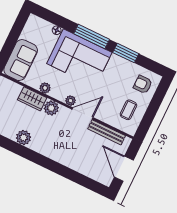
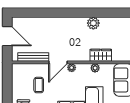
plant: (51, 108) -> (83, 55), removed
coffee table: (128, 110) -> (39, 85), moved

